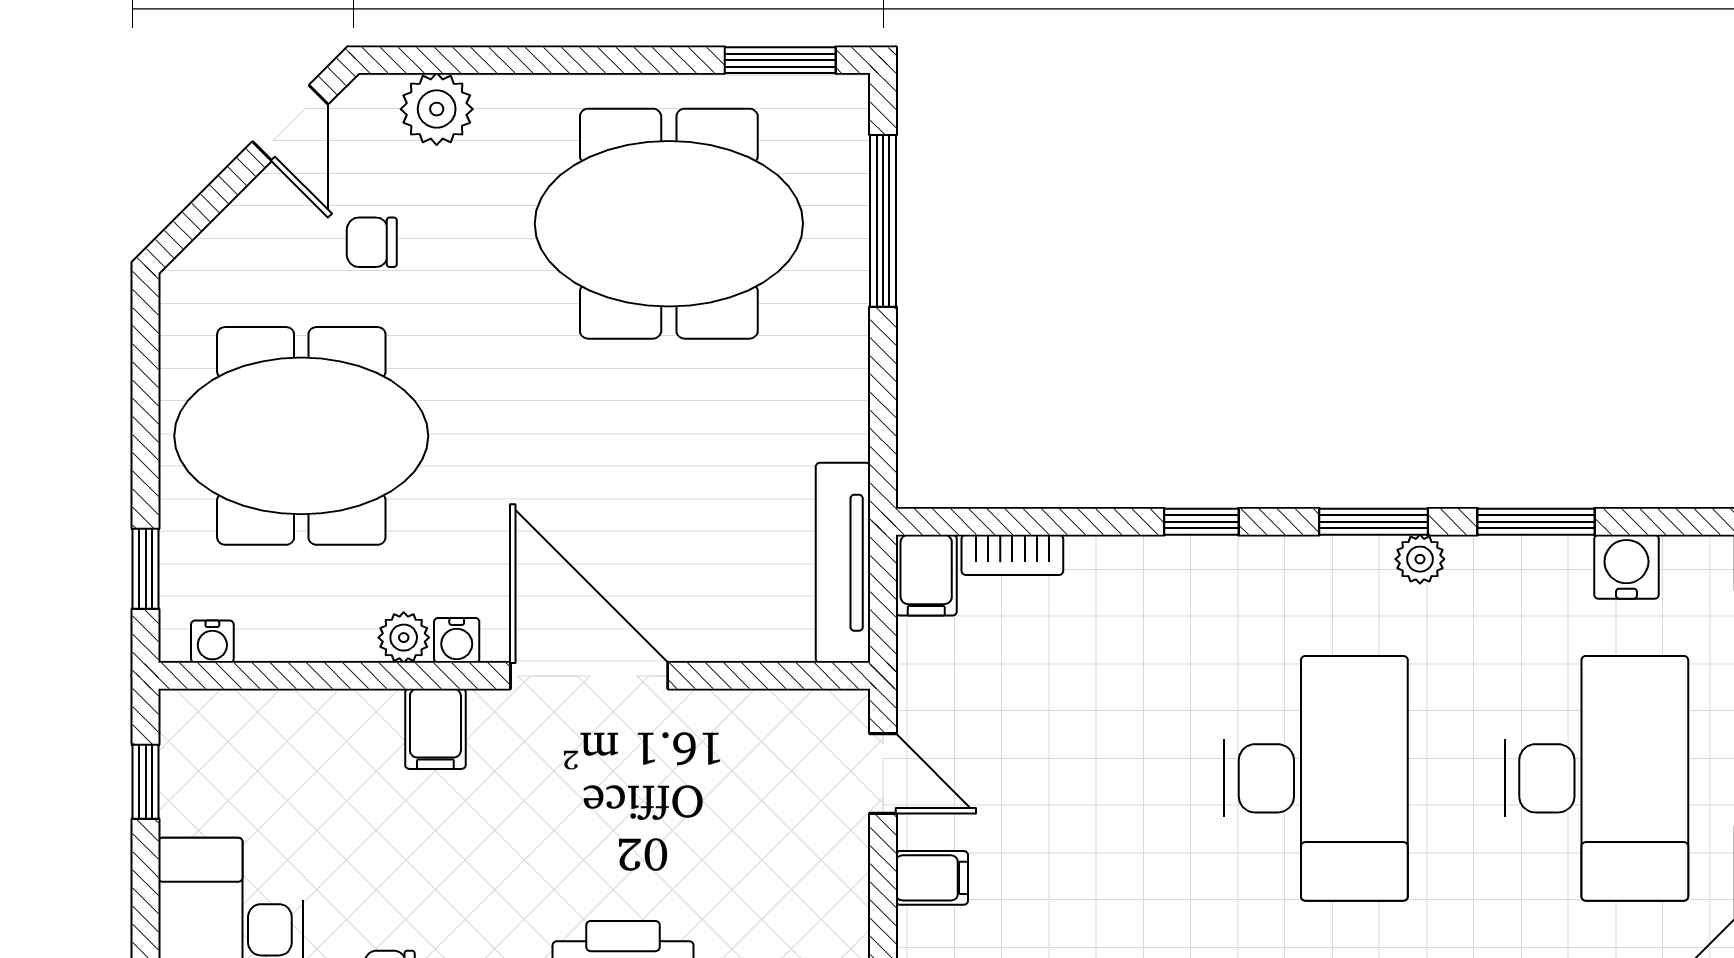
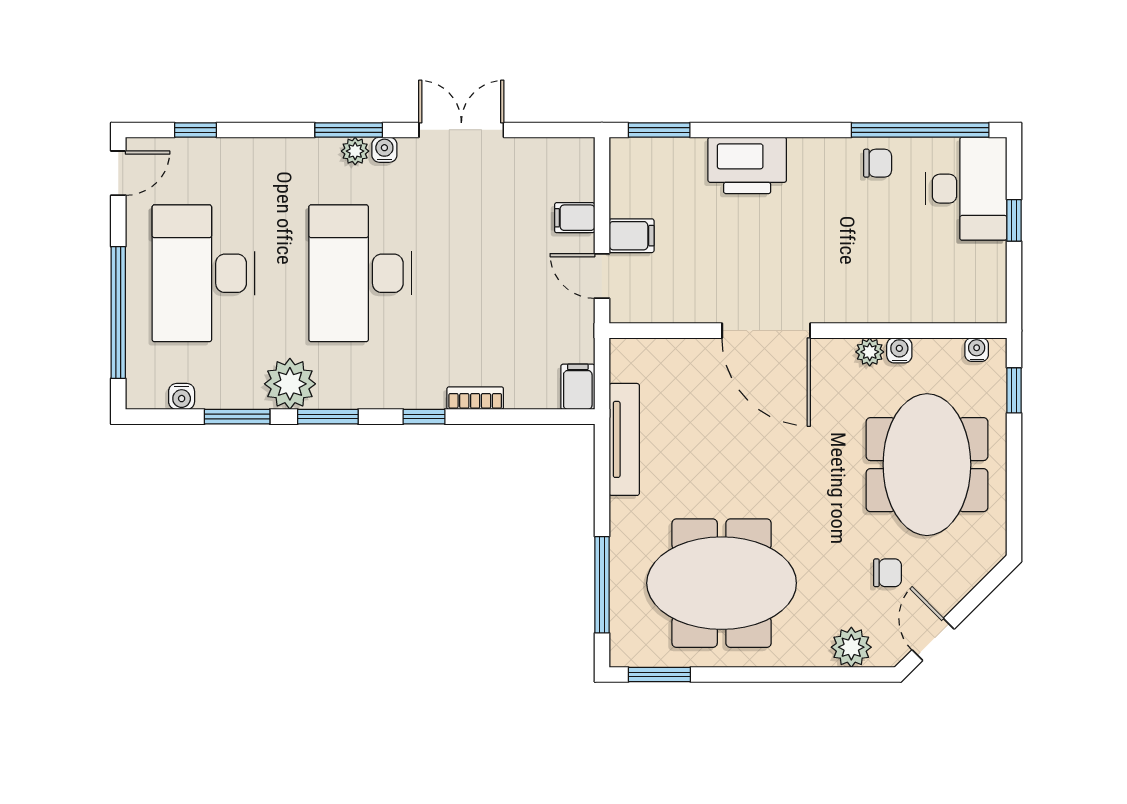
meeting table: (301, 436) -> (927, 465), turned 90
bookcase: (1012, 555) -> (475, 398), moved
plant: (1420, 559) -> (290, 384), width x1.87, depth x1.87
tv unit: (843, 563) -> (624, 439), moved
water cooler: (1626, 567) -> (182, 396), width x0.72, depth x0.72
water cooler: (457, 640) -> (899, 350), moved
filing cabinet: (435, 729) -> (632, 236), moved, turned 90
window: (146, 782) -> (1014, 220), moved

